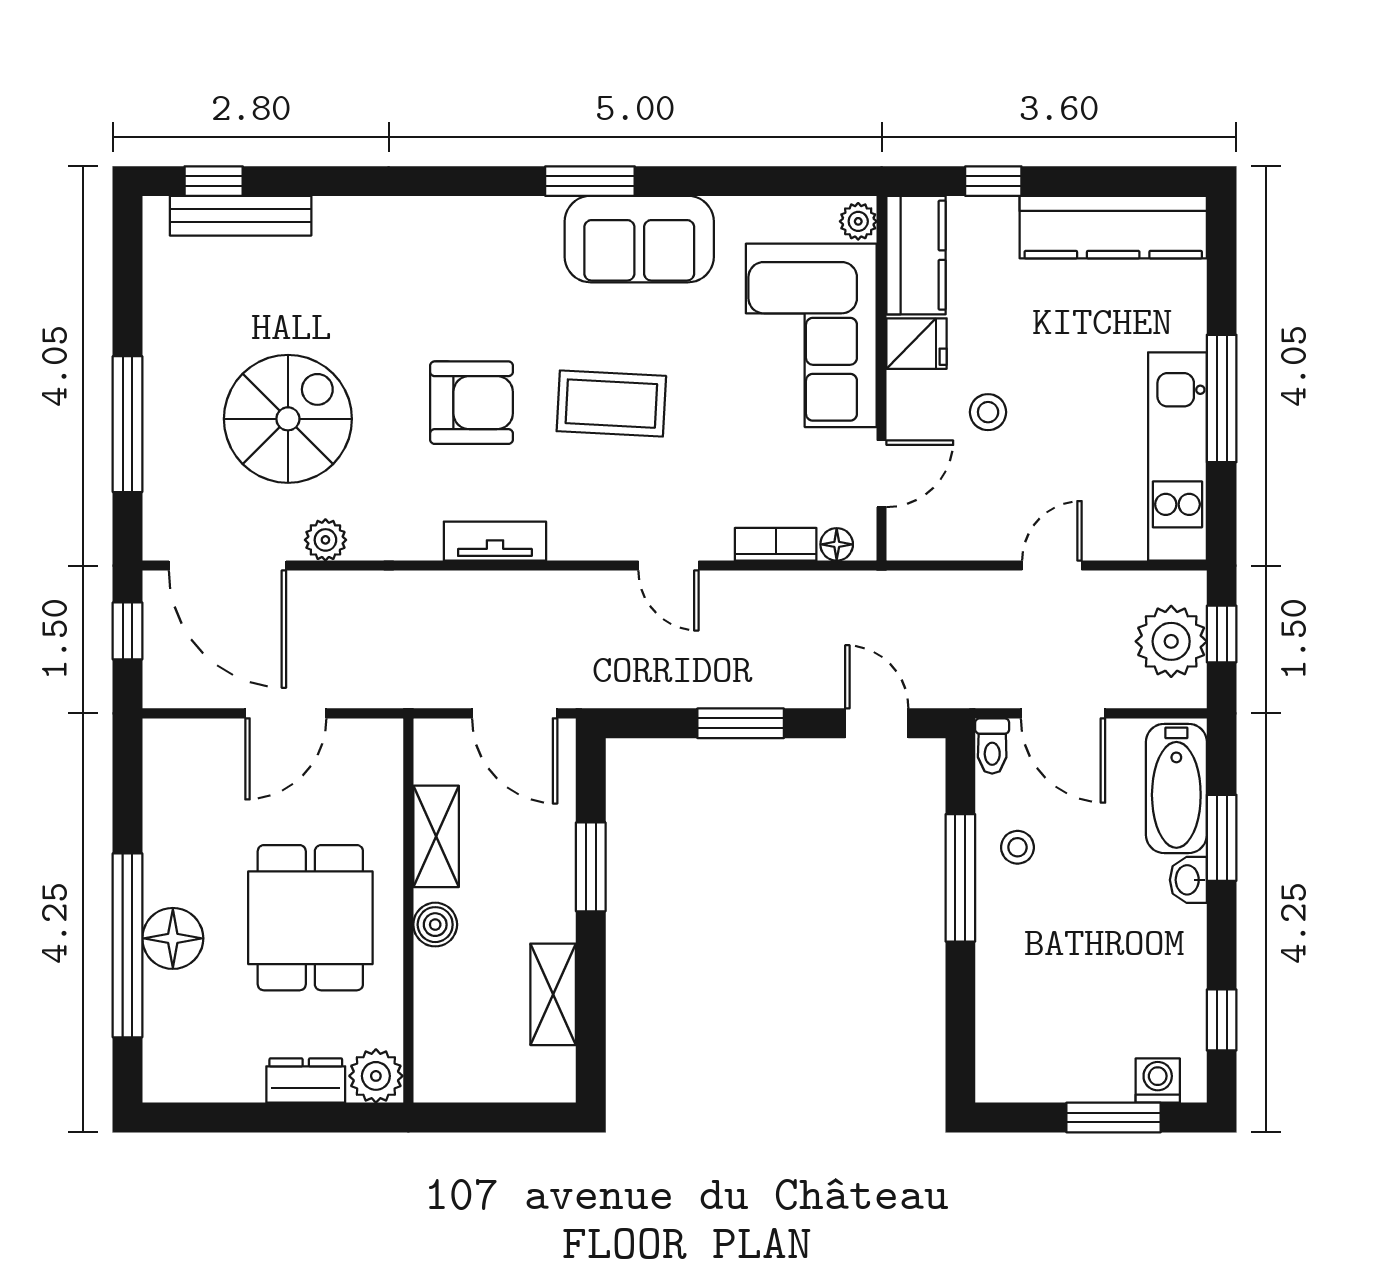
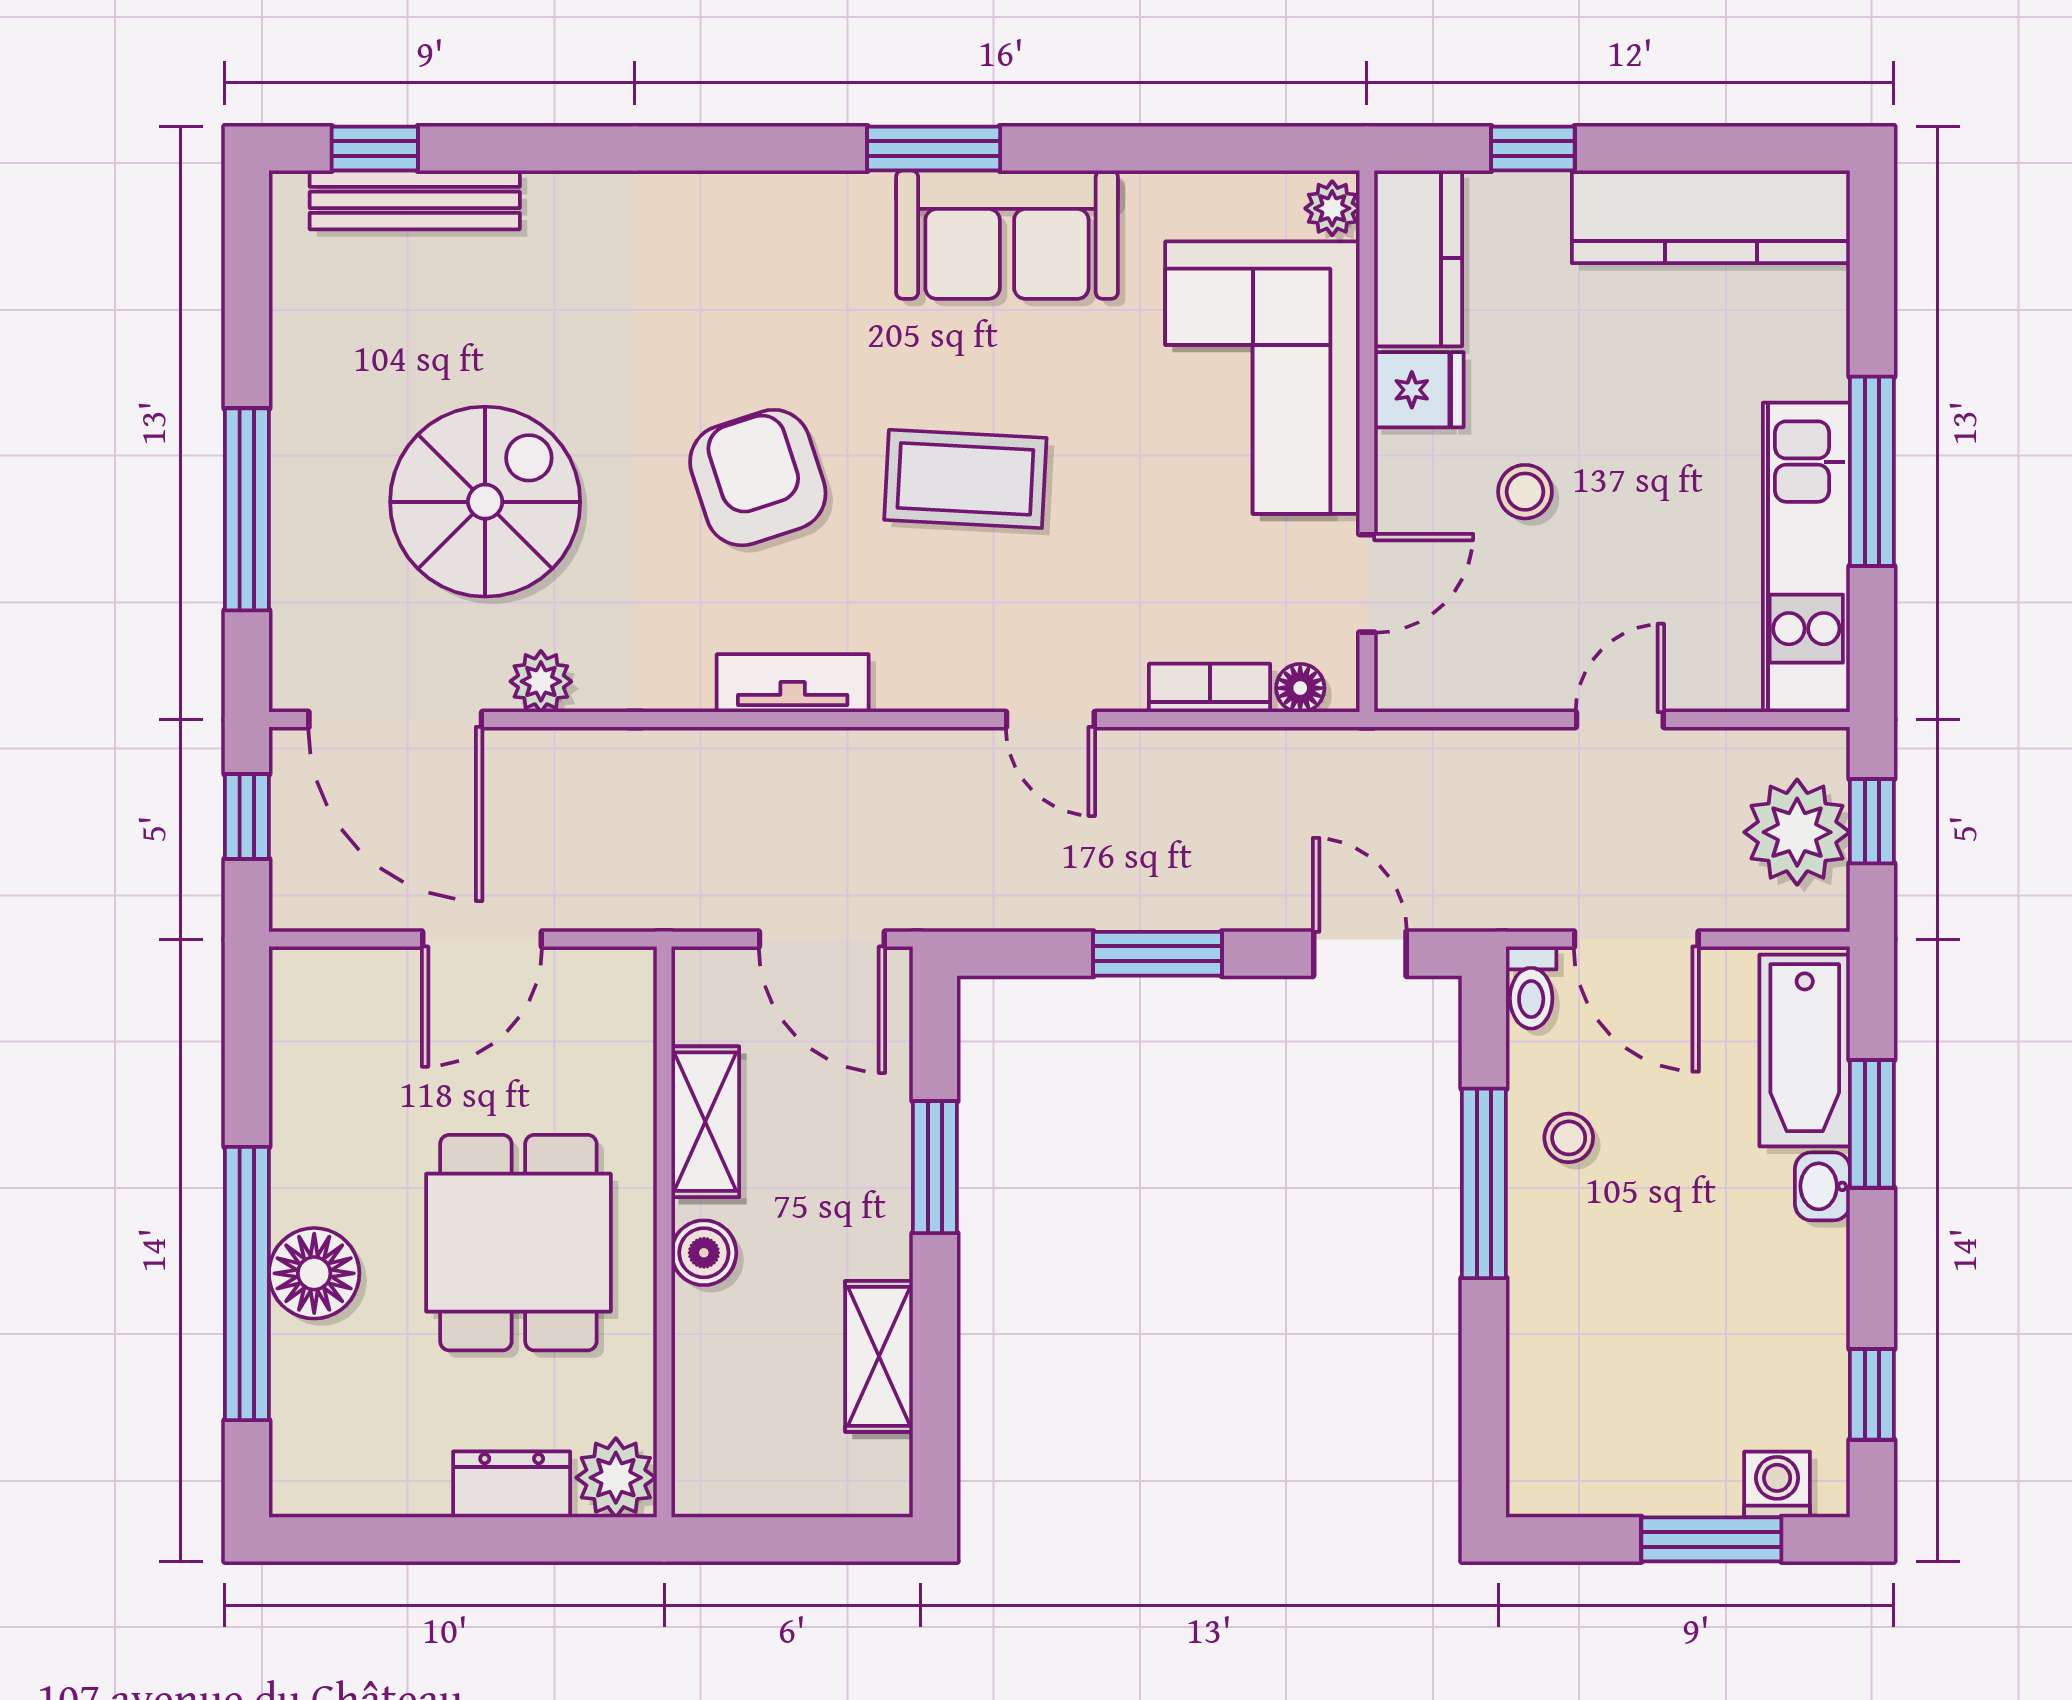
armchair: (472, 403) -> (758, 478), turned -108

